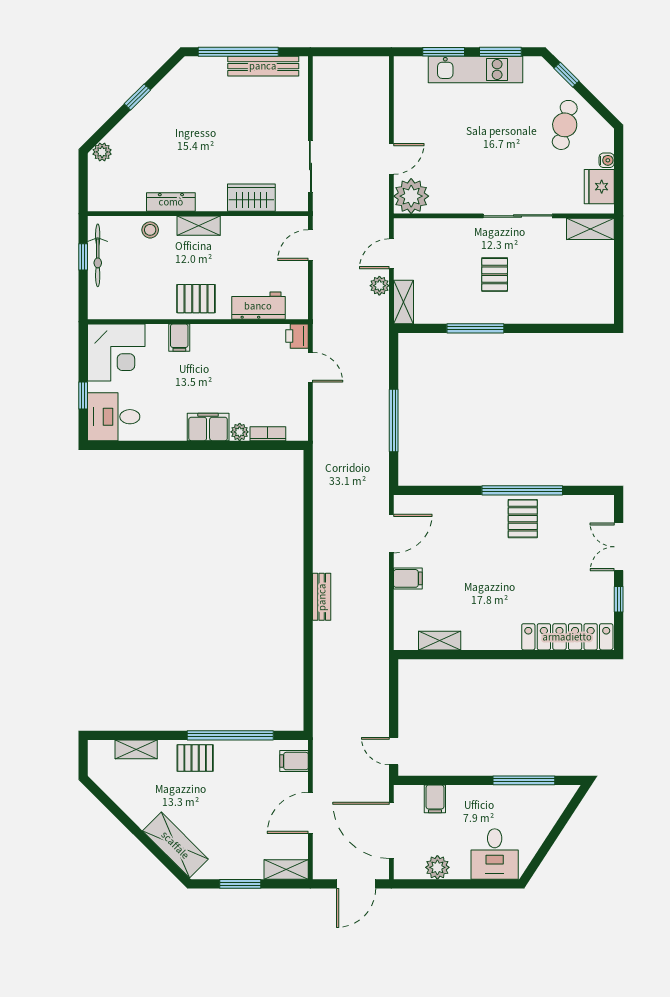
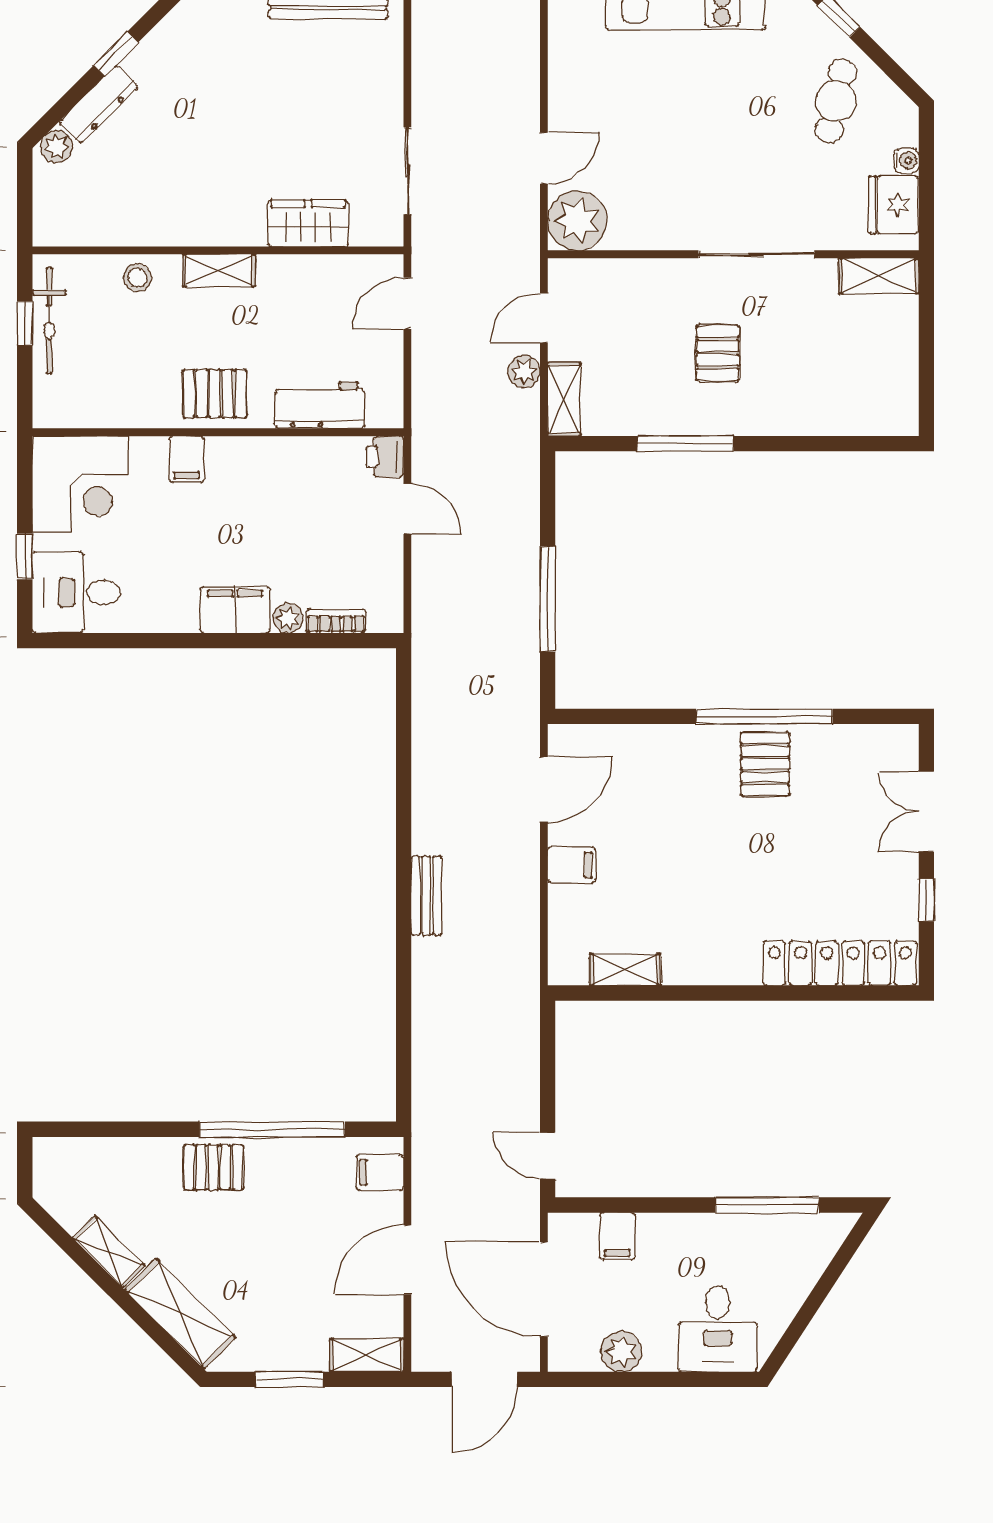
dresser: (171, 202) -> (99, 104), moved, turned 135
shelving: (136, 749) -> (109, 1252), moved, turned 45

